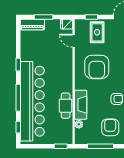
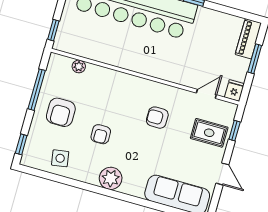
armchair: (97, 67) -> (157, 118), width x0.53, depth x0.53
fireplace: (81, 105) -> (107, 77), removed
cafe table: (66, 106) -> (112, 54), removed
armchair: (110, 127) -> (61, 112), turned 90

